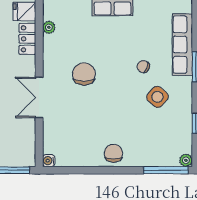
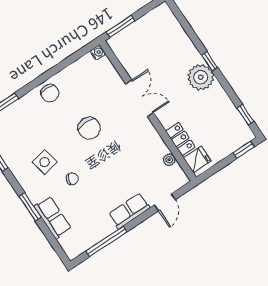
row of seats: (182, 45) -> (53, 217), width x0.68
chair: (84, 74) -> (89, 128), moved
side table: (157, 97) -> (45, 162), turned 38

